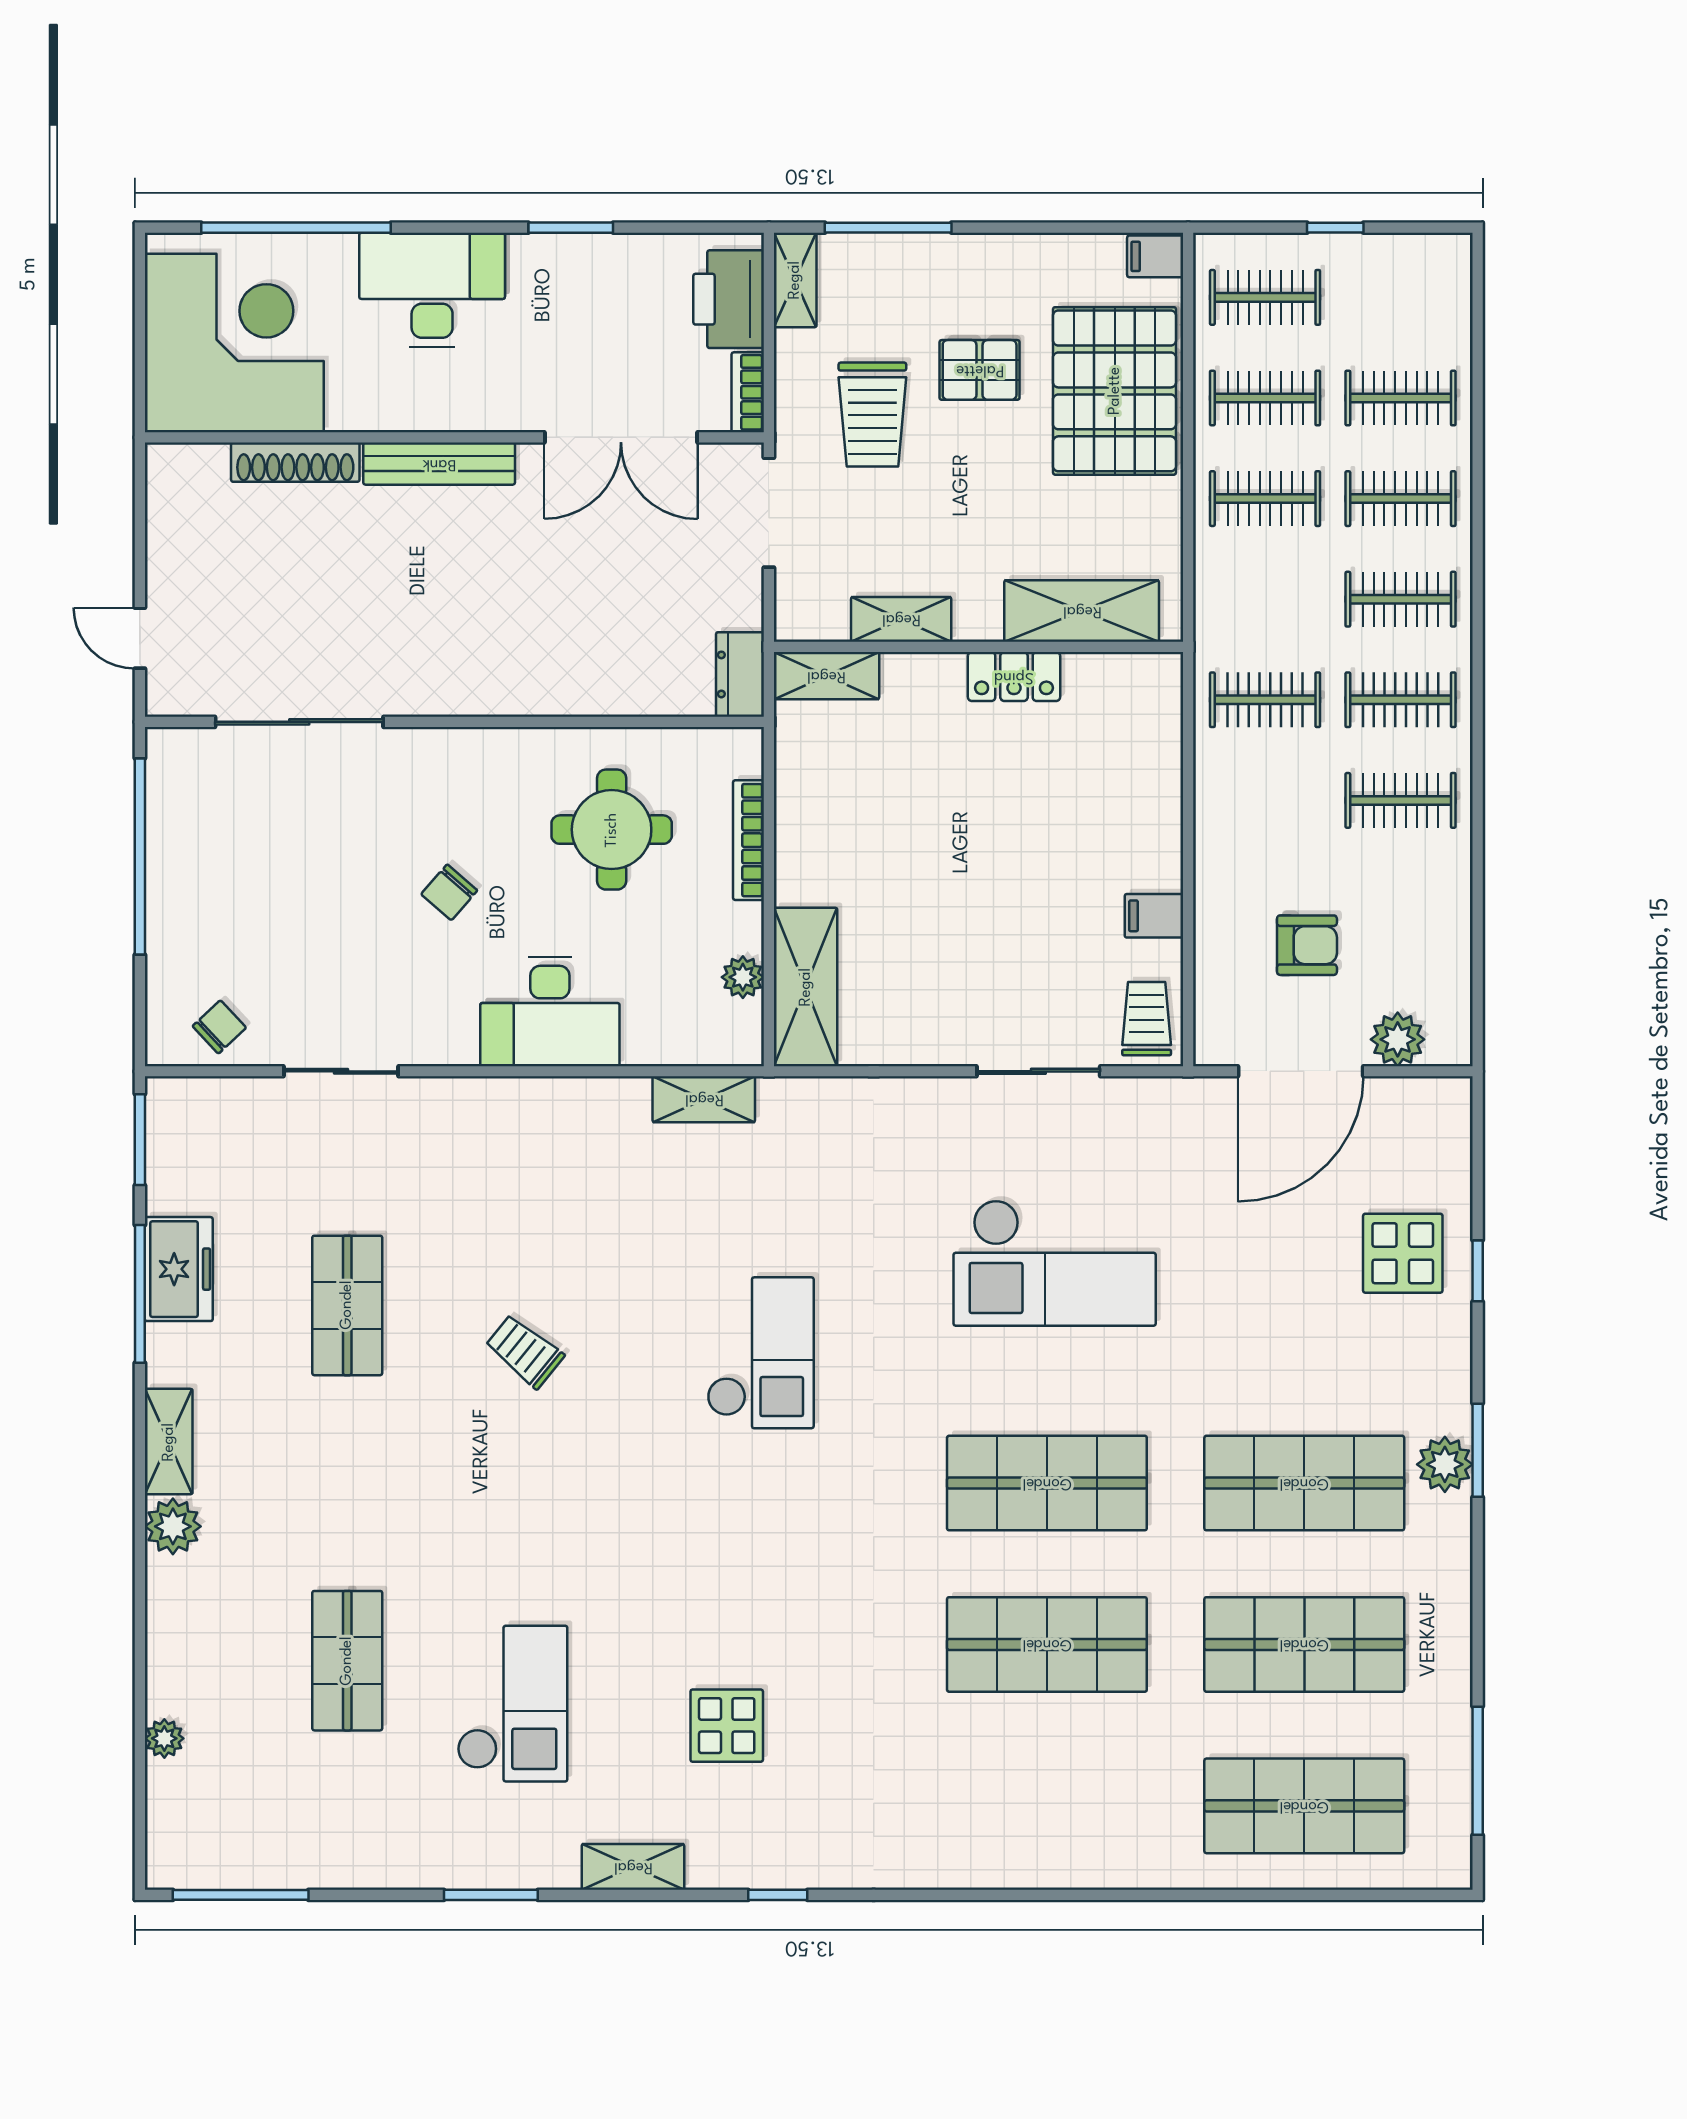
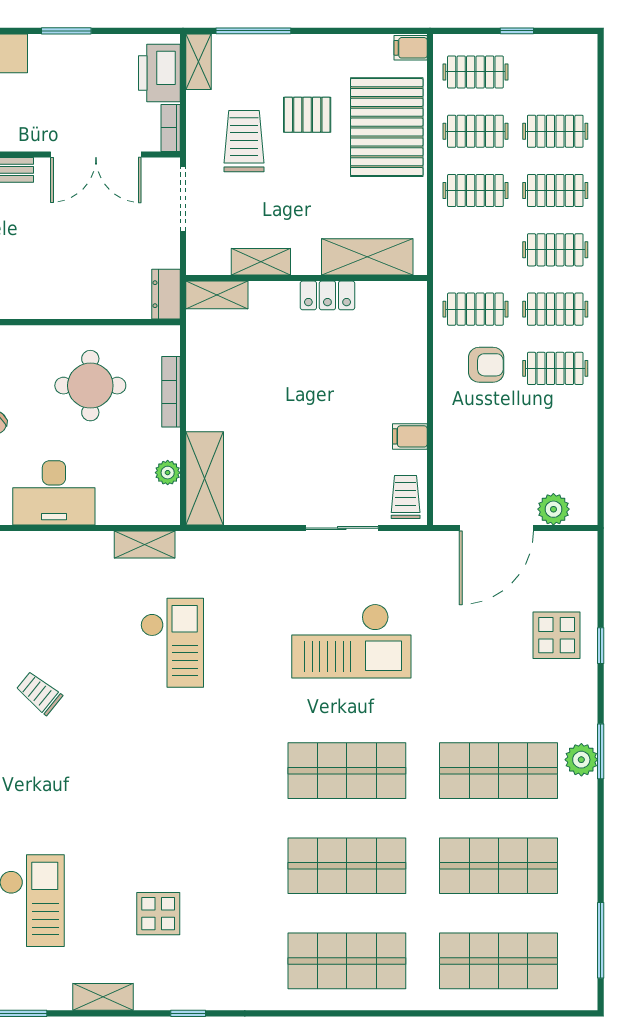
trolley: (872, 415) -> (244, 141), turned 180
armchair: (1307, 945) -> (486, 365), moved
checkout: (761, 1353) -> (172, 643), moved
shop shelf: (1047, 1806) -> (347, 961), added

